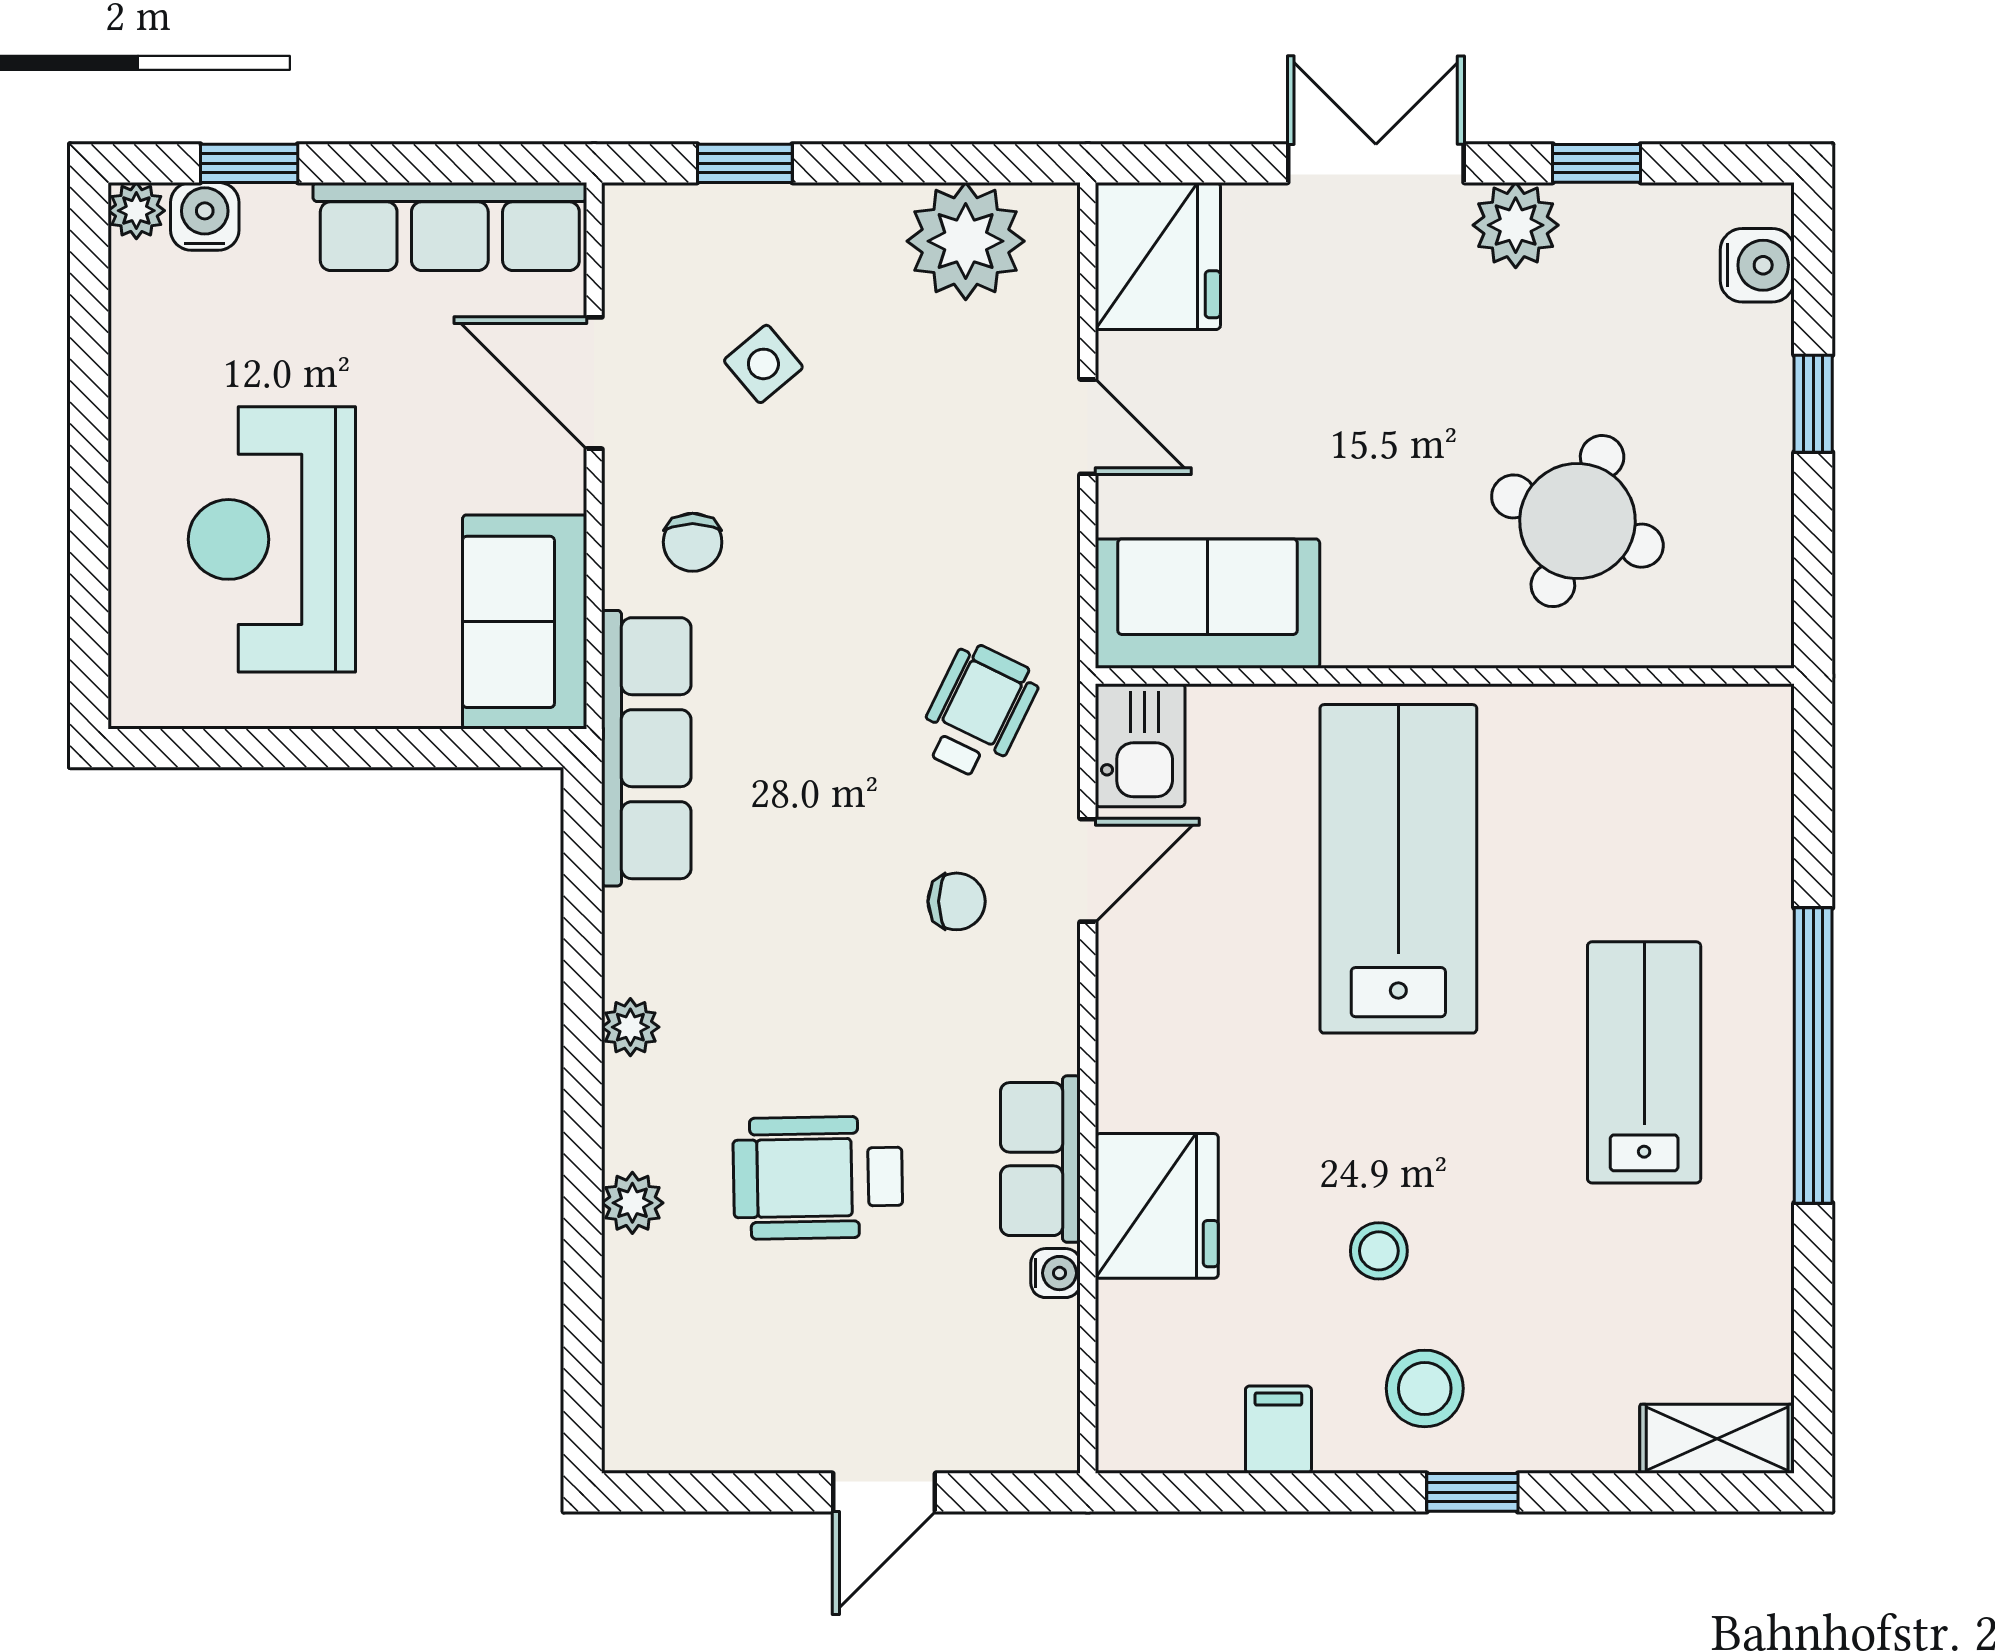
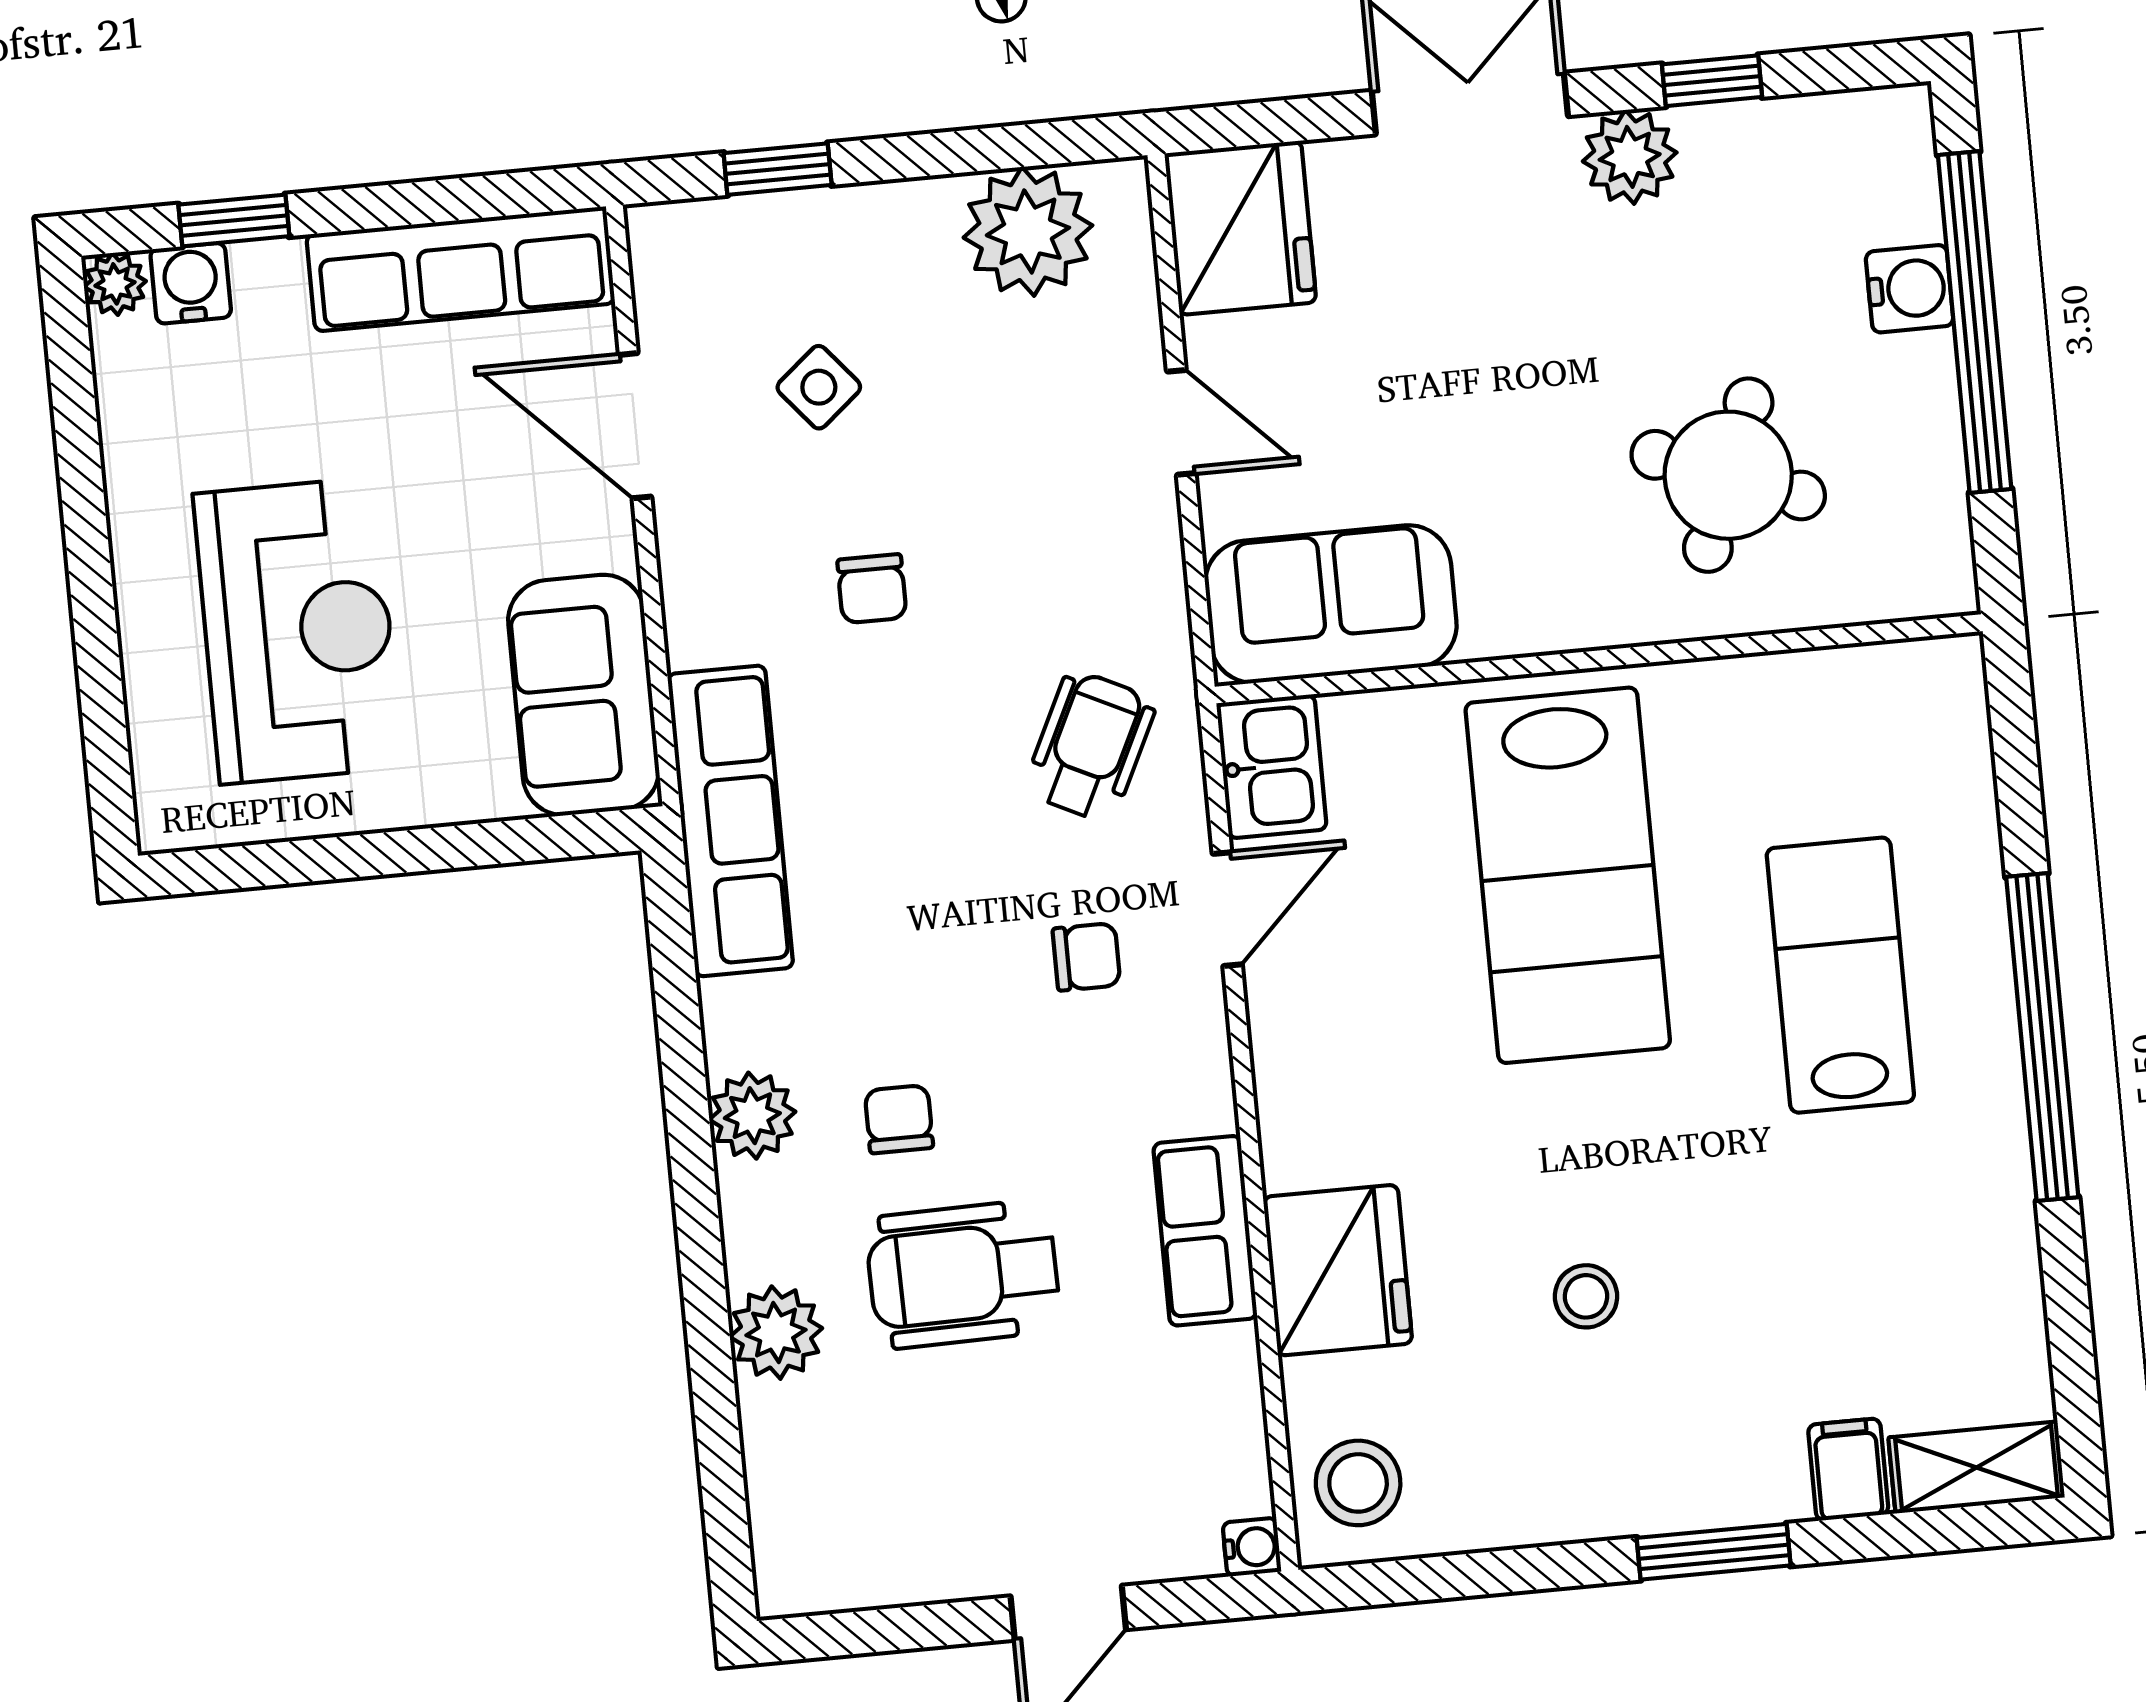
water cooler: (1757, 265) -> (1910, 289), moved
window: (1813, 404) -> (1975, 322), width x3.17
reception desk: (272, 539) -> (298, 631), turned 180
chair: (693, 542) -> (872, 589), moved
lab bench: (1398, 869) -> (1568, 875), turned 180
plant: (630, 1027) -> (752, 1116), width x1.38, depth x1.38
chair: (773, 1032) -> (899, 1119), added
lab bench: (1644, 1062) -> (1840, 975), moved
plant: (632, 1203) -> (776, 1333), width x1.38, depth x1.38
water cooler: (1056, 1273) -> (1252, 1547), moved
stool: (1425, 1388) -> (1358, 1483), moved
filing cabinet: (1278, 1430) -> (1848, 1469), moved
window: (1472, 1492) -> (1714, 1552), width x1.50

